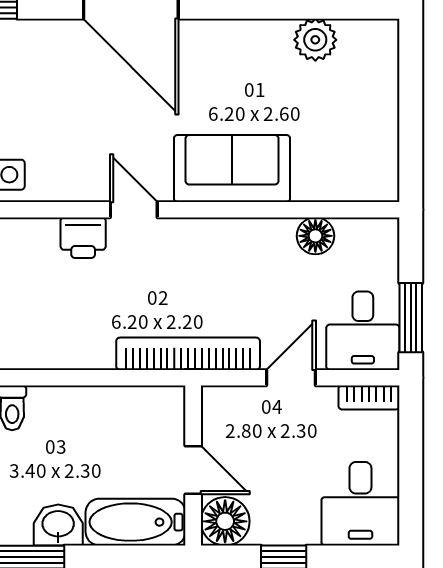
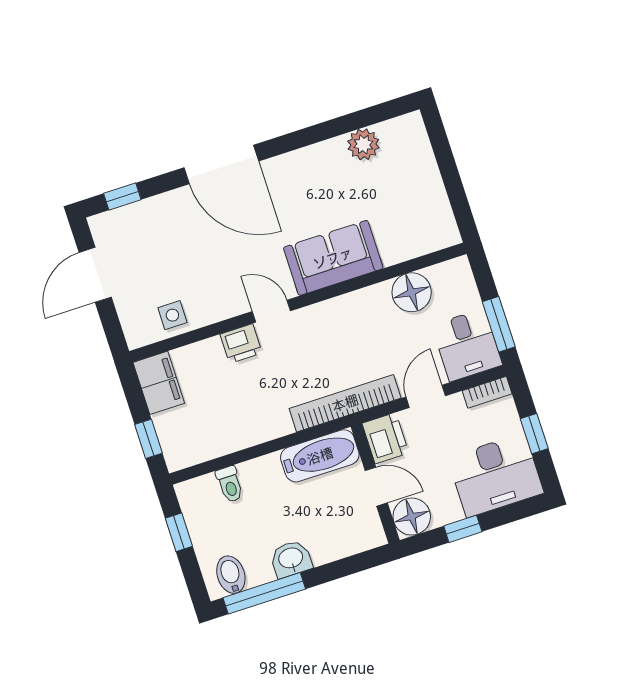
floor lamp: (315, 236) -> (412, 292), width x1.38, depth x1.38
printer: (224, 413) -> (385, 438), added
window: (411, 468) -> (534, 434), added
desk: (360, 504) -> (496, 475), width x1.37
bathtub: (136, 522) -> (320, 456), moved, turned 180

